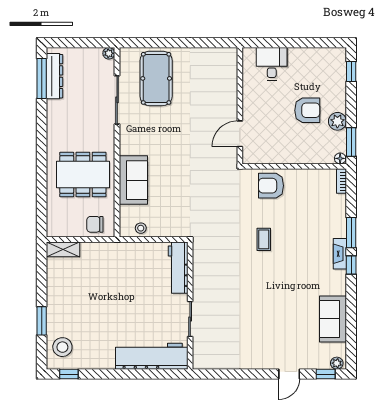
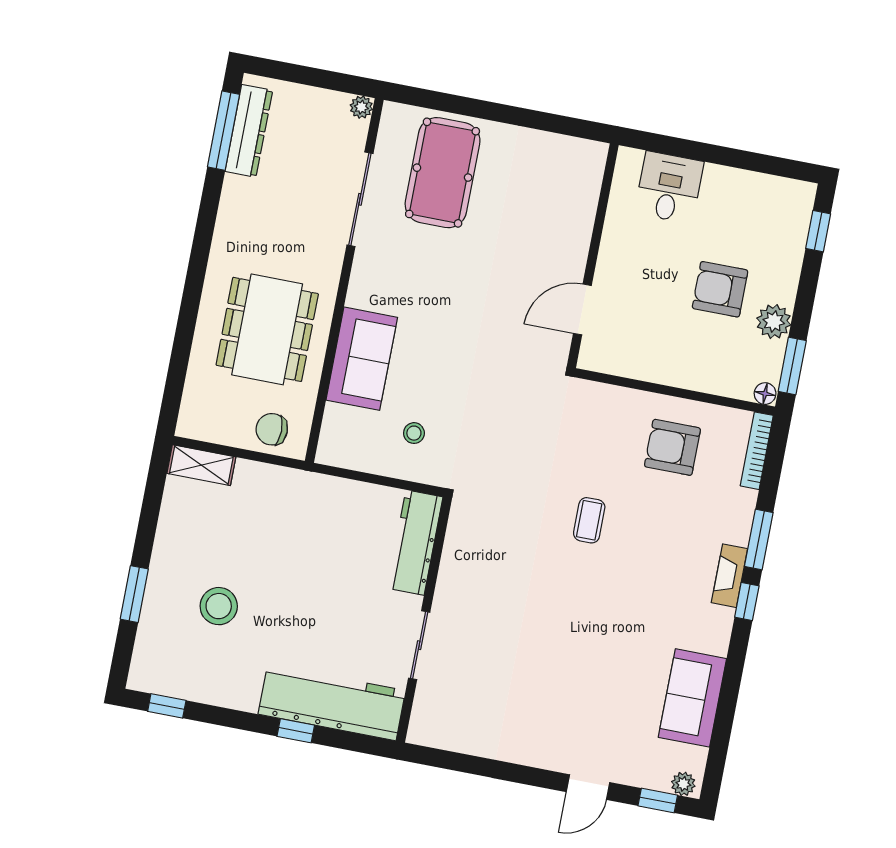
armchair: (307, 110) -> (720, 289), turned 180
dining table: (83, 174) -> (267, 329), turned 90
bookcase: (341, 181) -> (757, 451), width x1.56
armchair: (271, 186) -> (672, 447), moved
stool: (141, 228) -> (414, 433), moved
stool: (62, 347) -> (219, 606), moved
window: (136, 374) -> (296, 731), added

